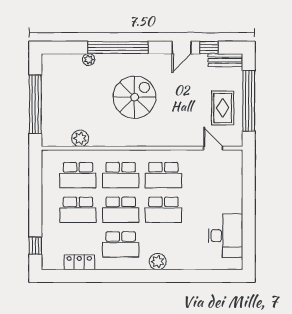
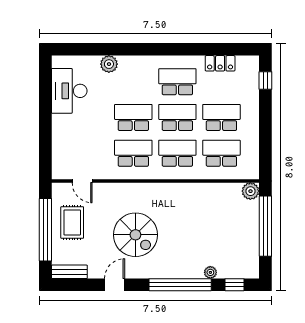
window: (209, 48) -> (235, 285), moved
spiral stairs: (135, 97) -> (135, 235), moved, turned -90
plant: (80, 138) -> (250, 191), moved
plant: (158, 262) -> (109, 64), moved

